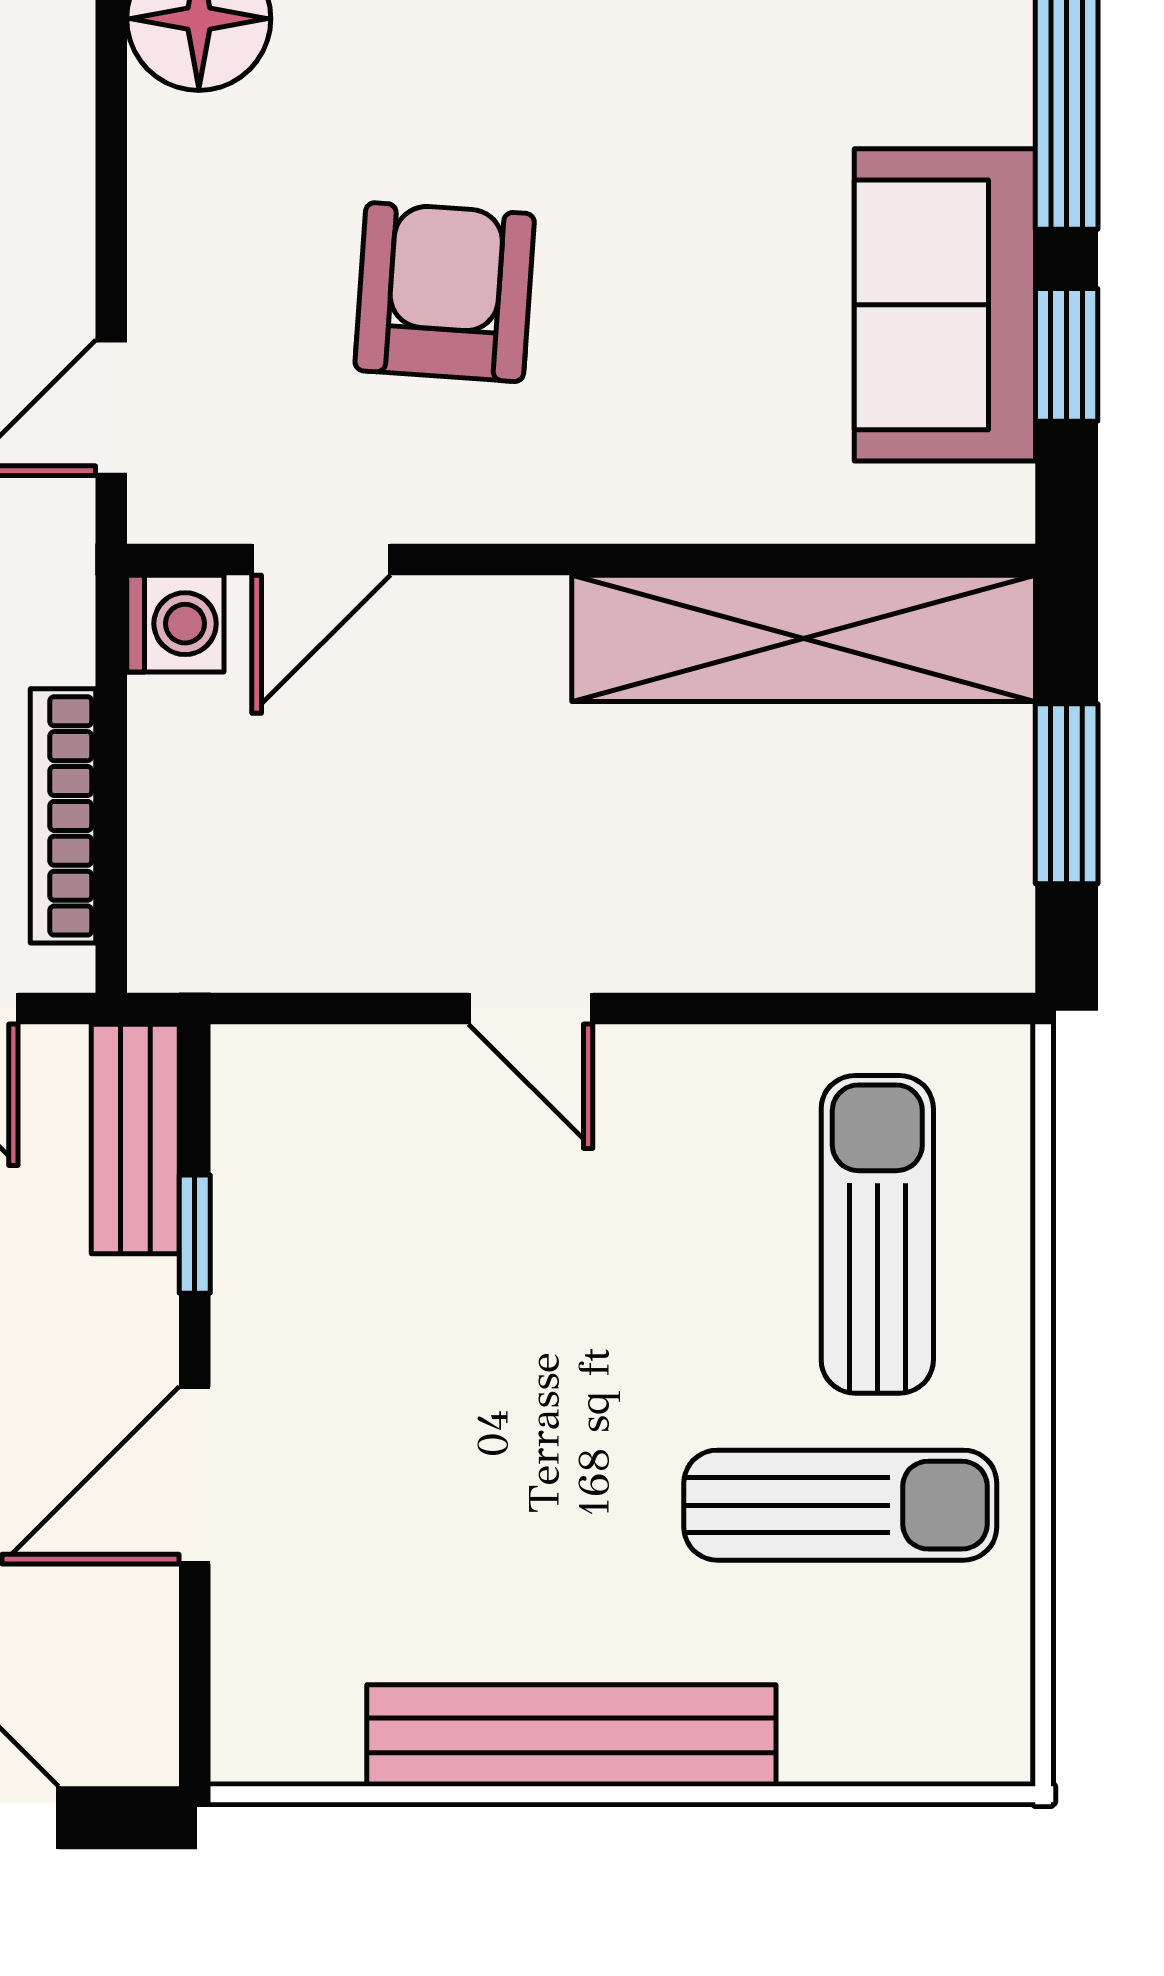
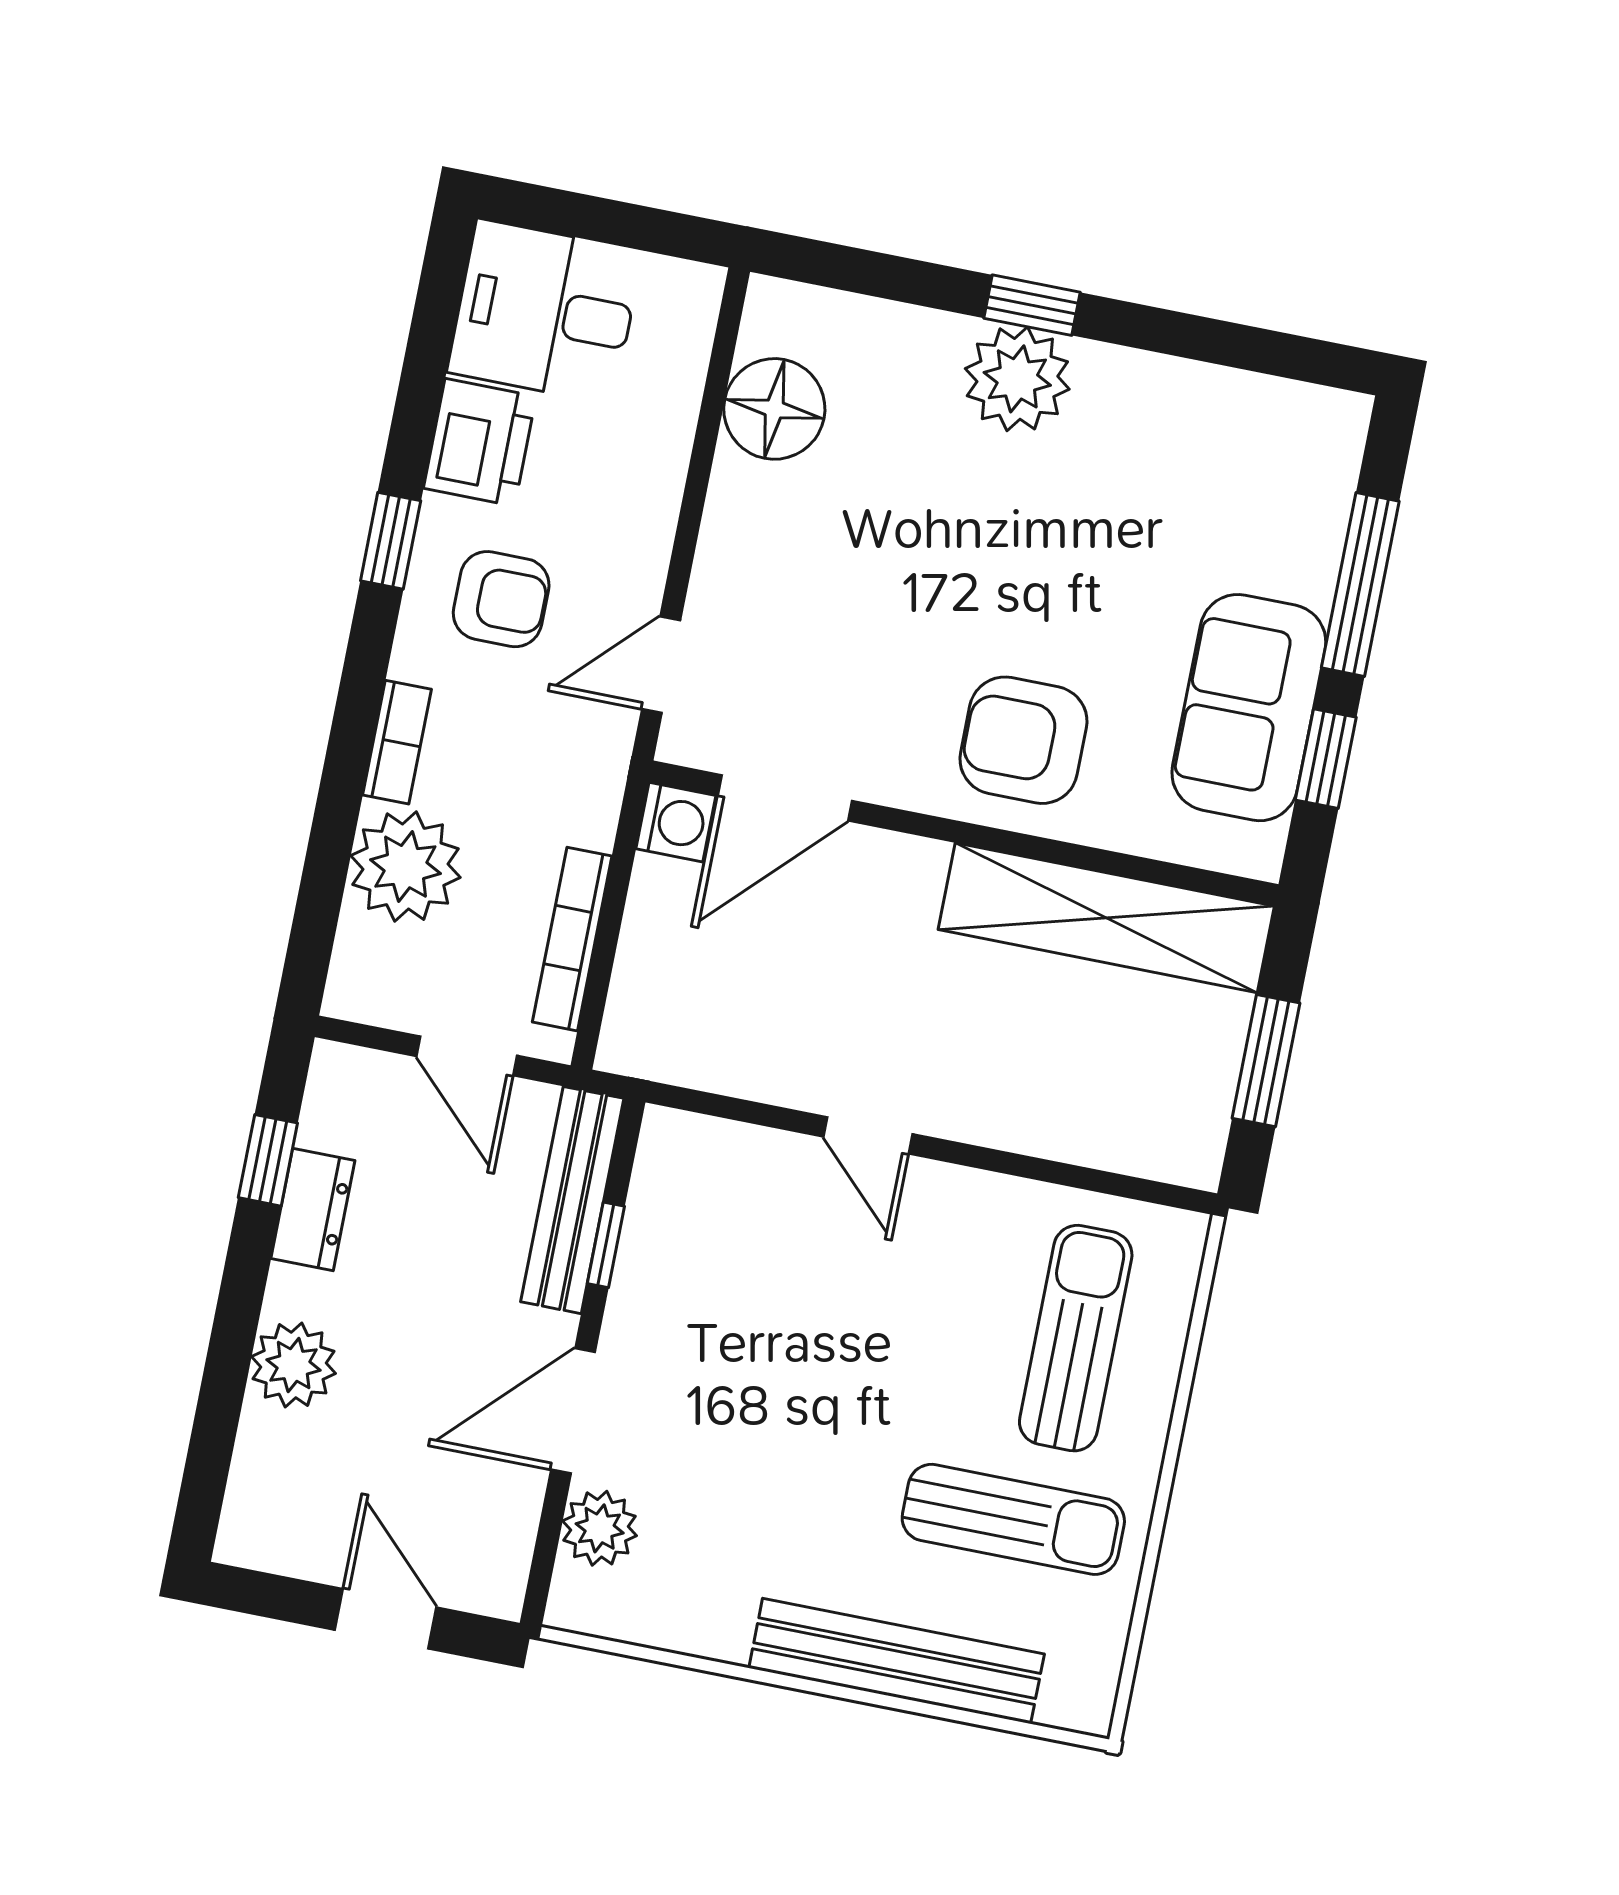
armchair: (445, 292) -> (1023, 740), moved, turned -94
door: (321, 559) -> (785, 798), width x1.38
bench: (135, 1139) -> (572, 1200), width x1.36
plant: (264, 1632) -> (600, 1528), added
bench: (571, 1736) -> (897, 1661), moved

